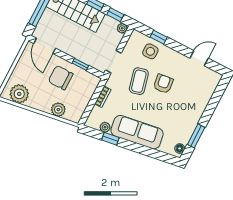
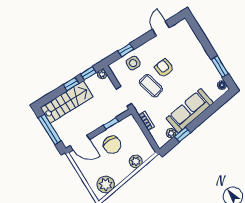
chair: (61, 78) -> (112, 145), turned -90

